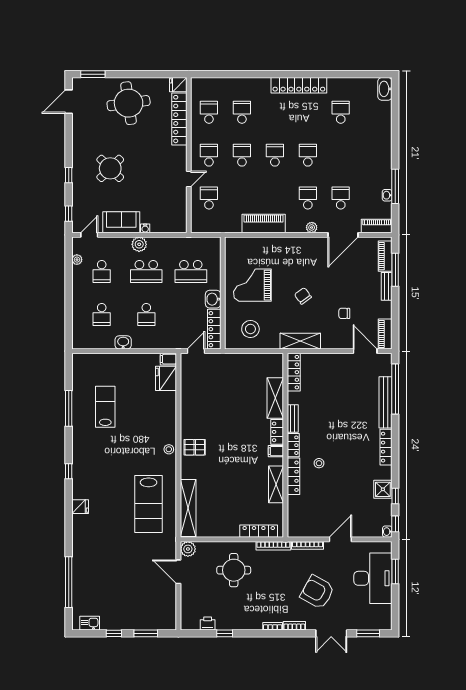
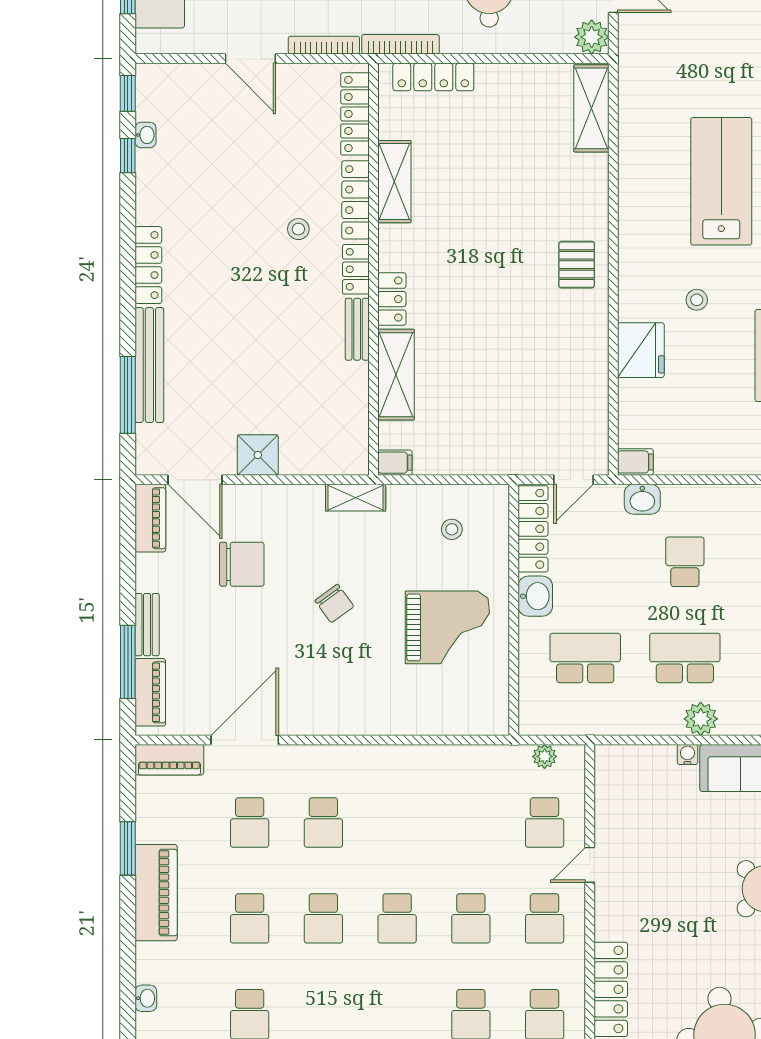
school desk: (341, 155) -> (250, 918), added
window: (395, 186) -> (128, 848), width x0.69
washbasin: (387, 195) -> (146, 998), moved
piano: (264, 224) -> (156, 893), moved, turned -90
plant: (312, 227) -> (545, 756), moved
chair: (344, 313) -> (242, 564), width x1.87, depth x1.87
stool: (250, 329) -> (452, 529), width x0.53, depth x0.53
shelving: (300, 341) -> (356, 498), width x0.67, depth x0.75
washbasin: (123, 342) -> (642, 499), moved
locker: (294, 372) -> (355, 114), moved
fridge: (166, 378) -> (641, 350), moved
window: (395, 389) -> (128, 395), width x0.68
pallet: (195, 447) -> (577, 265), turned 90
stool: (169, 449) -> (697, 300), moved
filing cabinet: (276, 451) -> (395, 463), moved
shower: (383, 489) -> (258, 455), moved
lab bench: (149, 504) -> (721, 181), moved
shelving: (188, 508) -> (591, 108), width x0.68
washbasin: (387, 532) -> (146, 135), moved
door: (340, 539) -> (250, 59), hinge flipped

